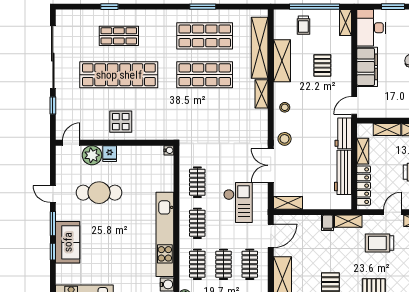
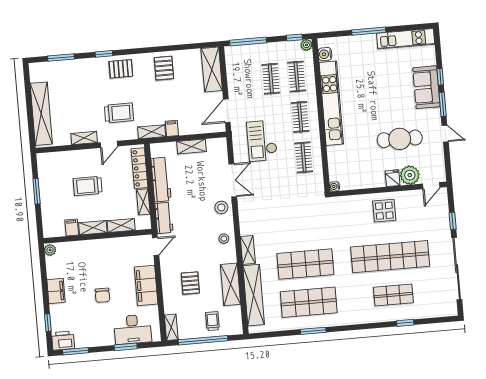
desk: (371, 28) -> (133, 329), moved, turned 90
shelving: (288, 203) -> (191, 147), moved
clothes rail: (250, 264) -> (245, 81), removed

